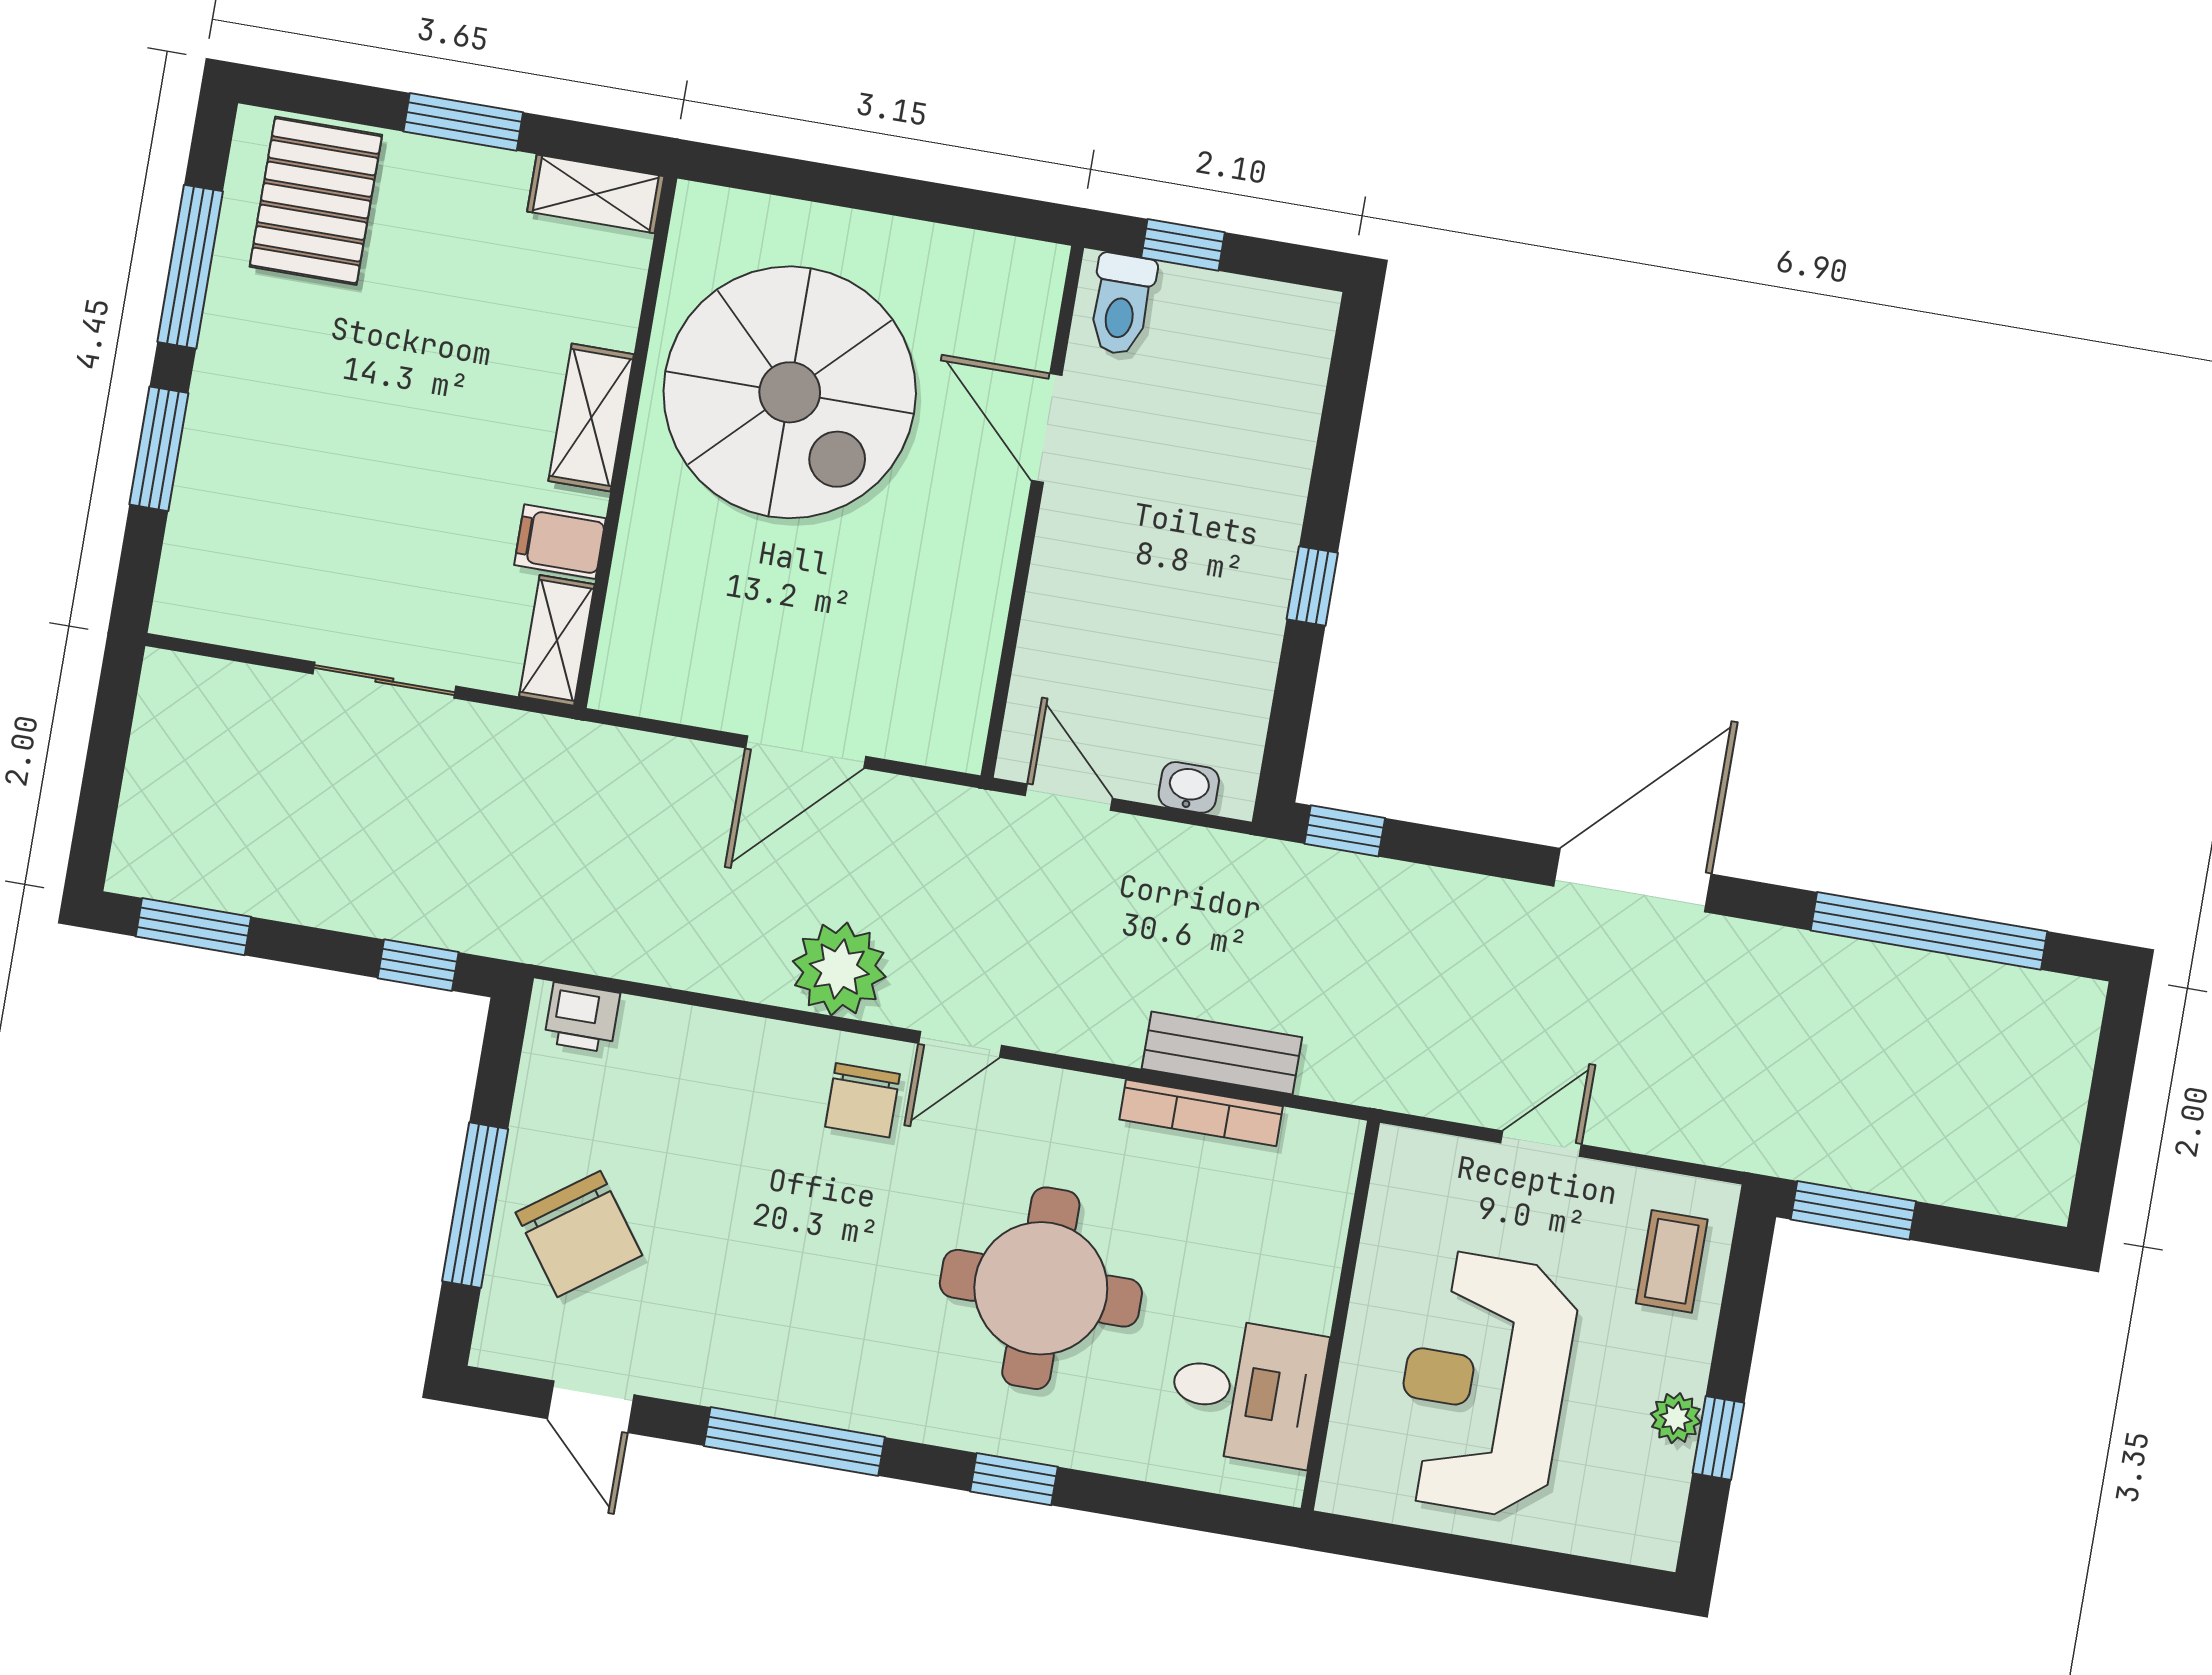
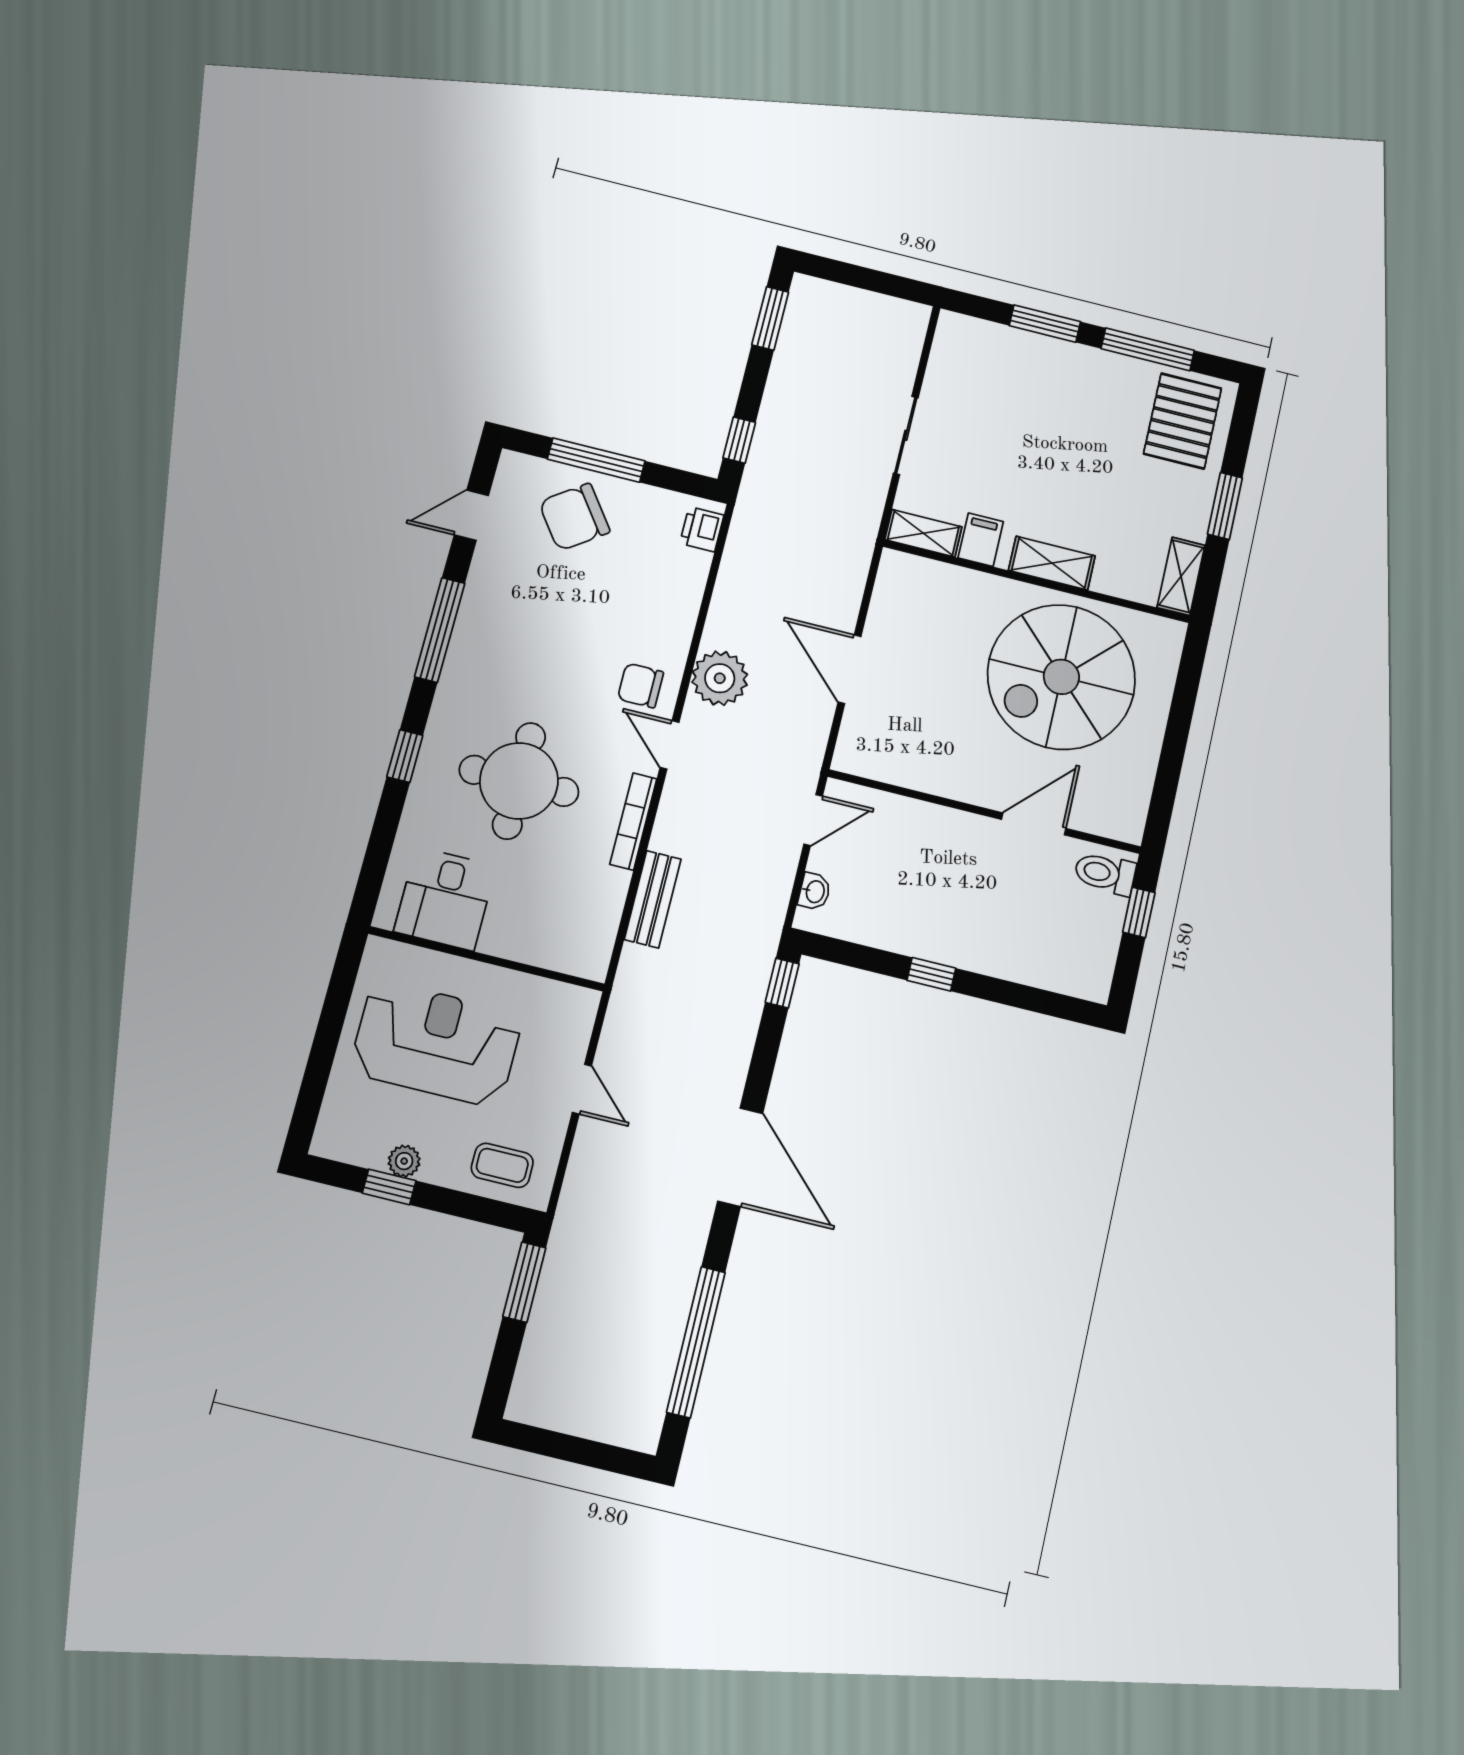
pallet: (316, 201) -> (1183, 421), turned 90
bookcase: (1201, 1113) -> (633, 821), moved

